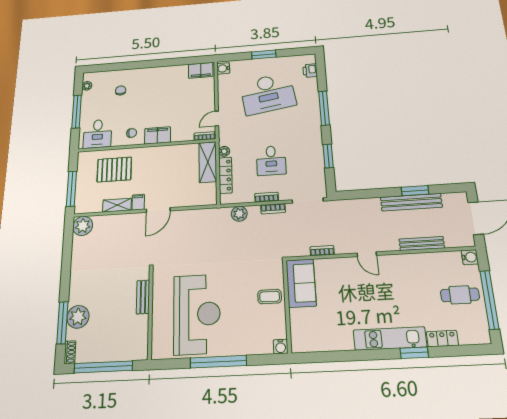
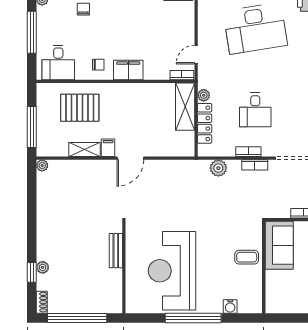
plant: (83, 226) -> (42, 165), width x0.53, depth x0.53
reception desk: (197, 314) -> (172, 271), turned 180
plant: (78, 317) -> (43, 267), width x0.53, depth x0.53
window: (62, 323) -> (32, 272), width x0.46
water cooler: (281, 347) -> (230, 306), moved

